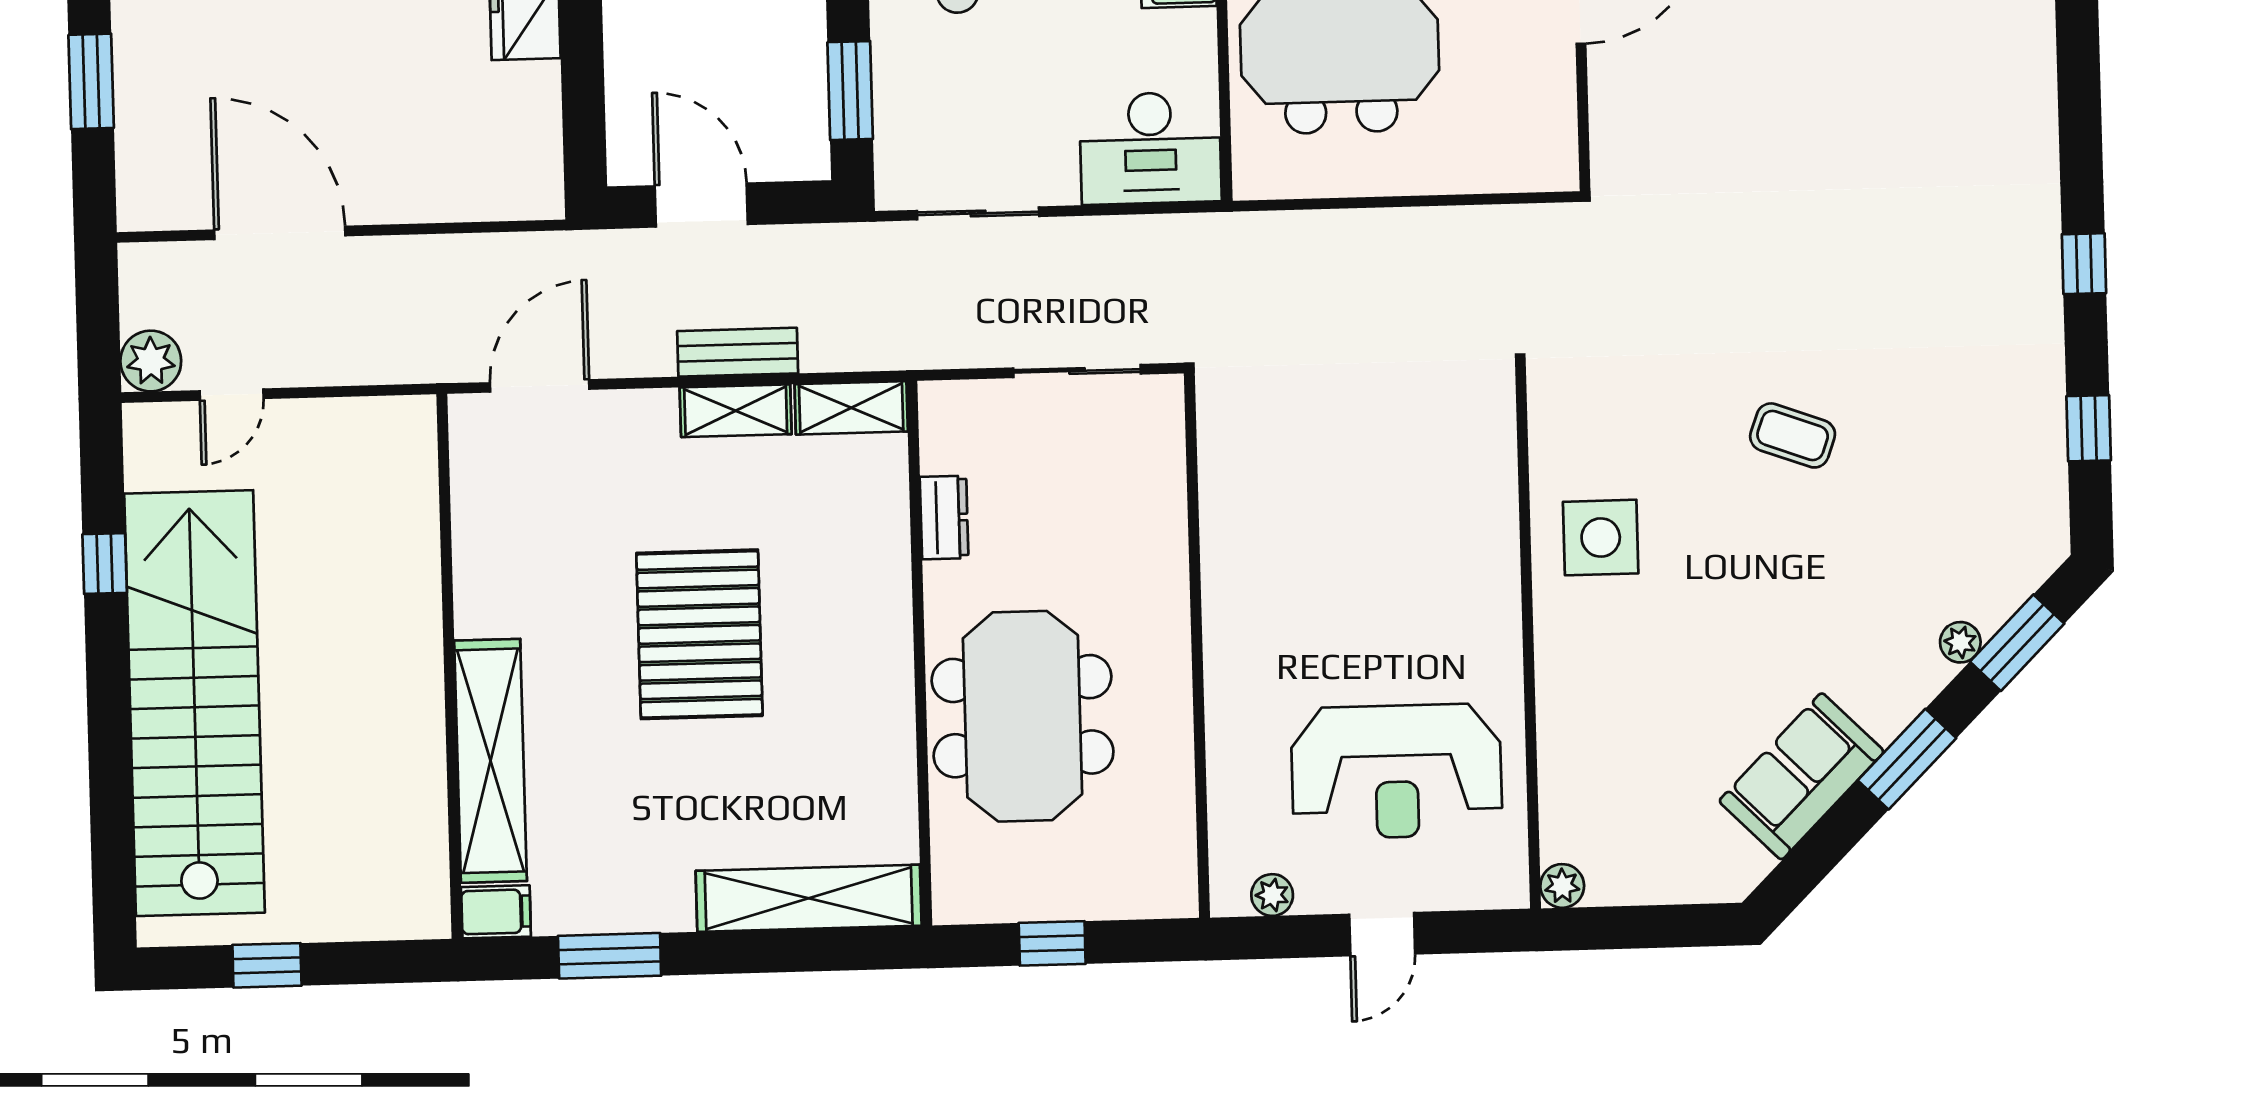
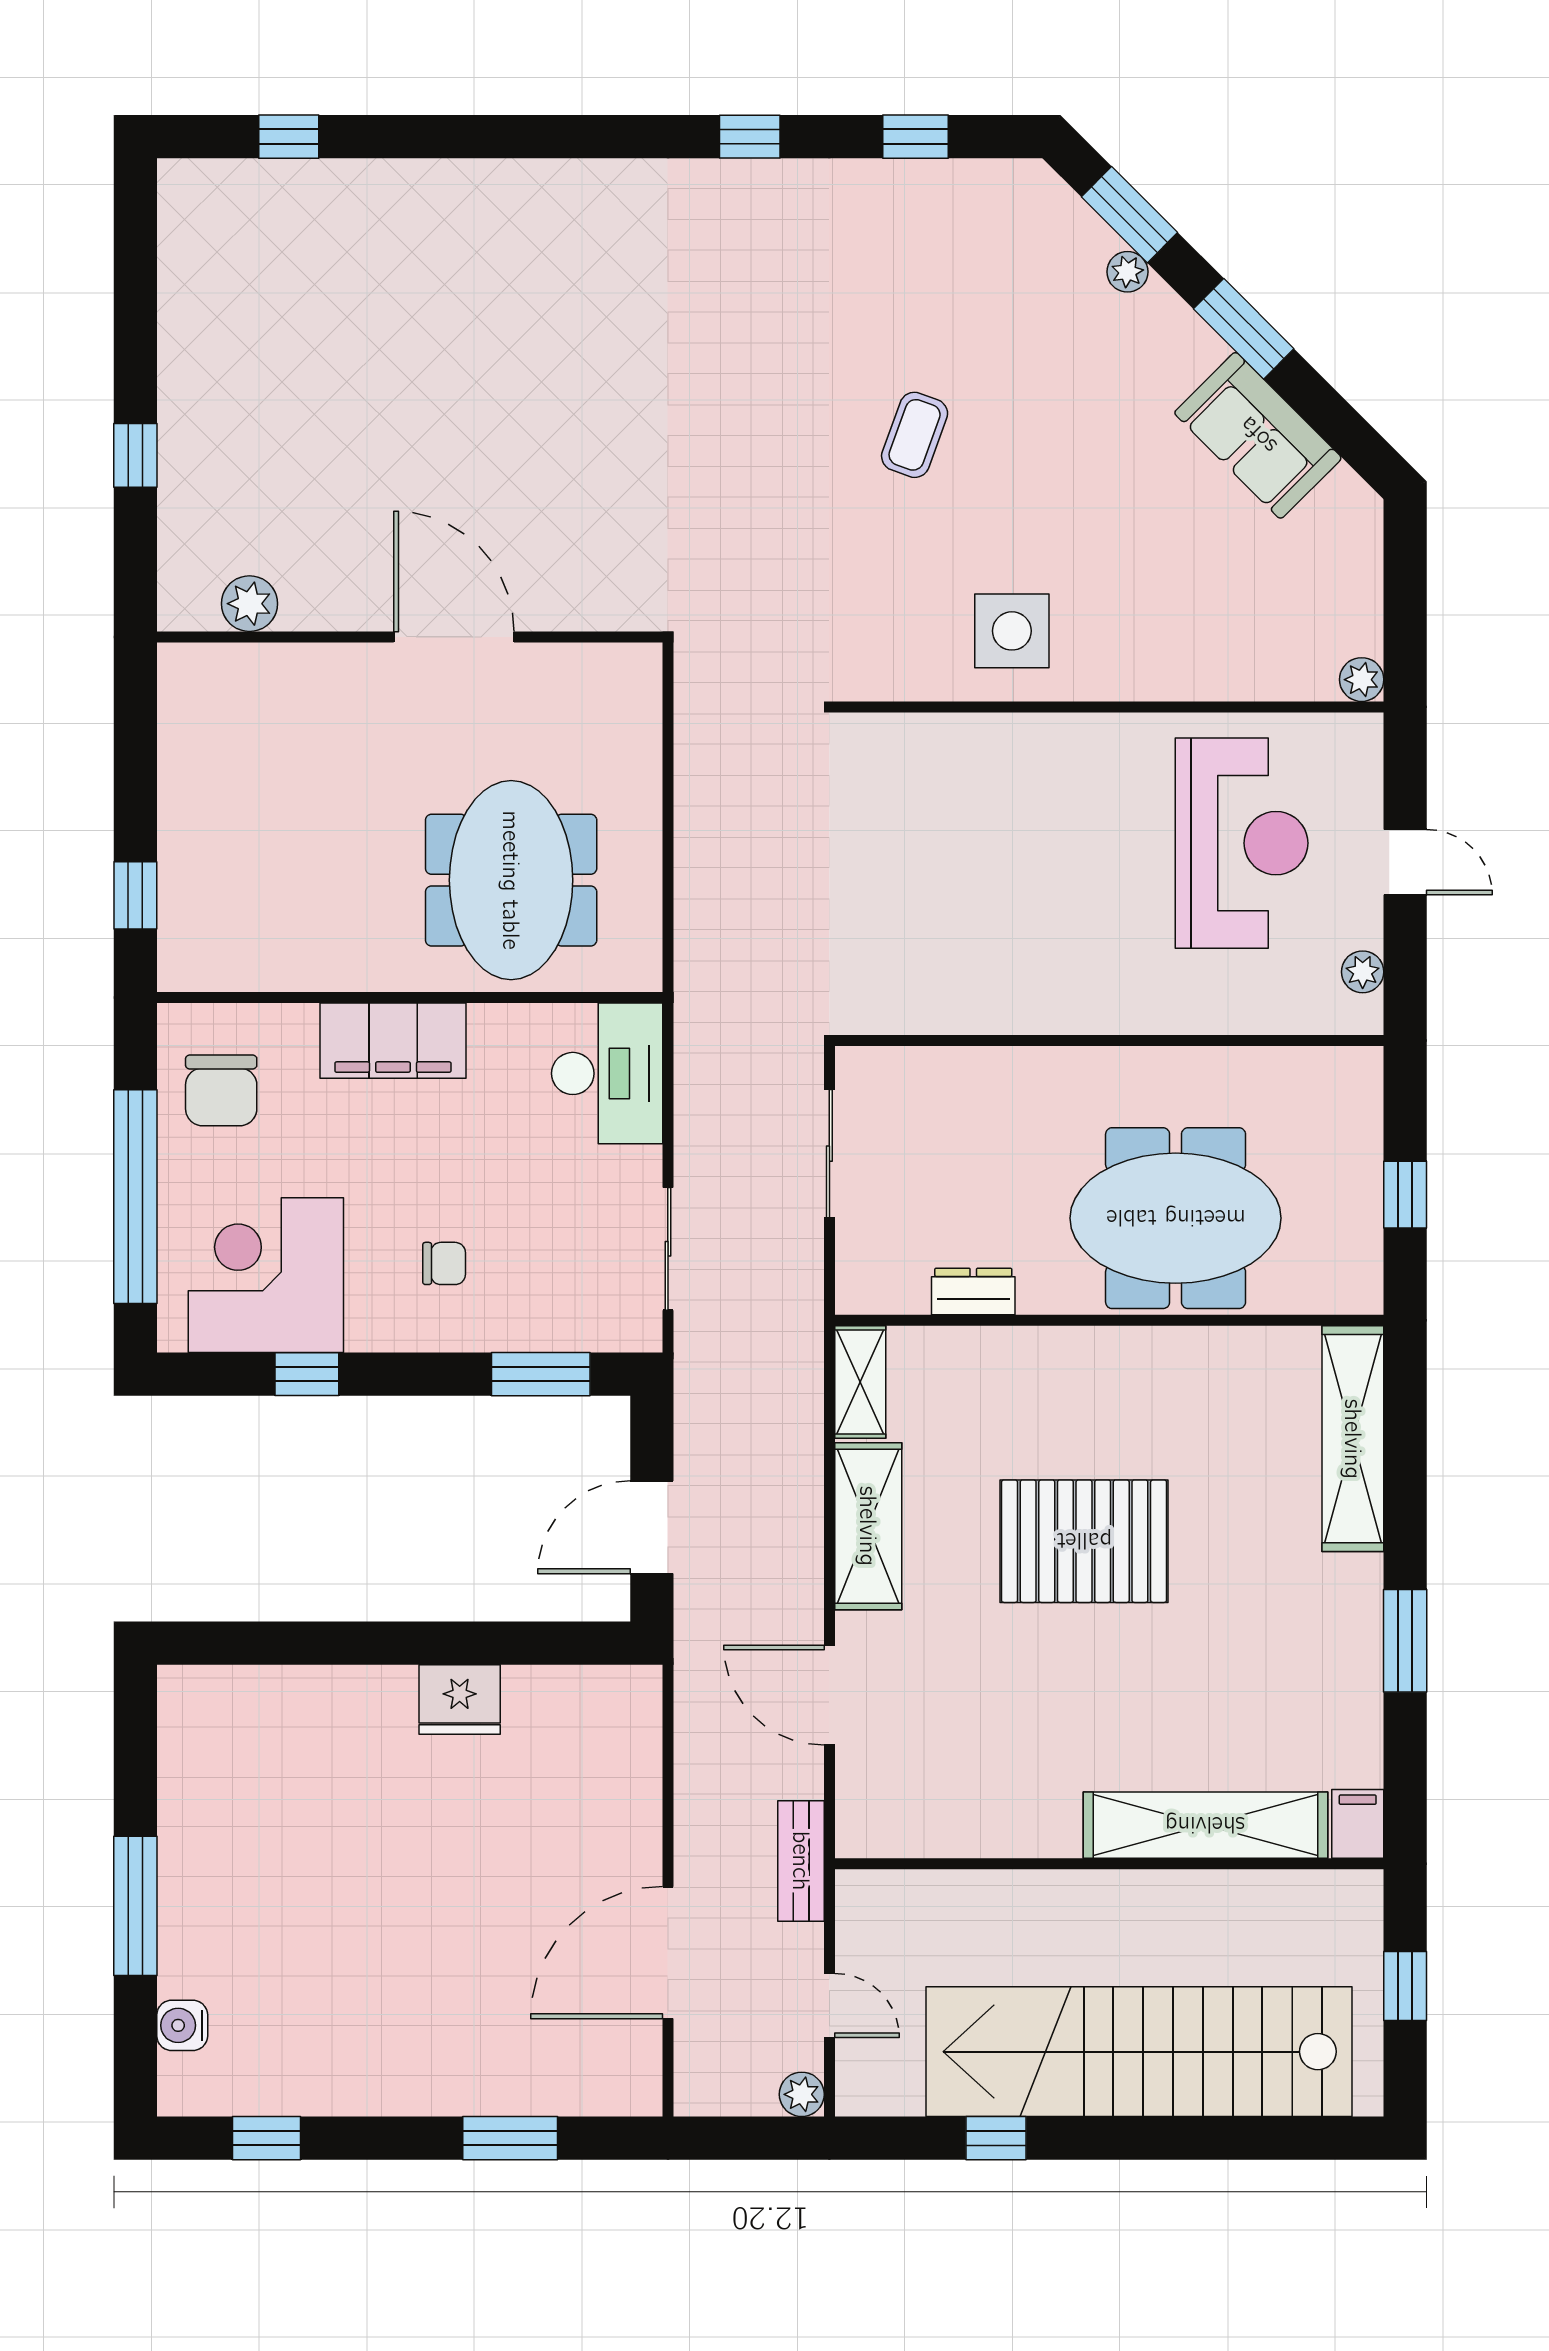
bench: (738, 352) -> (801, 1861), moved
plant: (151, 361) -> (802, 2094), width x0.73, depth x0.73
shelving: (736, 411) -> (868, 1526), width x1.50, depth x1.33
wall: (449, 666) -> (1109, 1864), moved
shelving: (491, 761) -> (1205, 1825), moved
filing cabinet: (496, 912) -> (1358, 1824), moved

